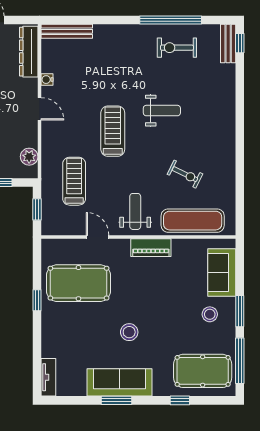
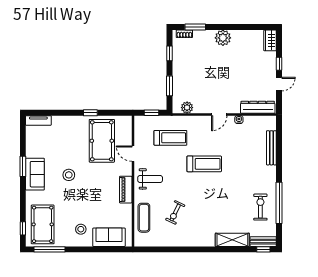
bench: (67, 31) -> (271, 148), moved
shelving: (226, 89) -> (232, 240), added
weight bench: (162, 111) -> (218, 197), removed
exercise mat: (193, 221) -> (144, 218), width x0.73, depth x0.69
door: (98, 237) -> (133, 154), swing flipped
window: (240, 311) -> (83, 249), removed
sofa: (120, 382) -> (35, 174), width x0.73
window: (180, 400) -> (23, 228), moved

